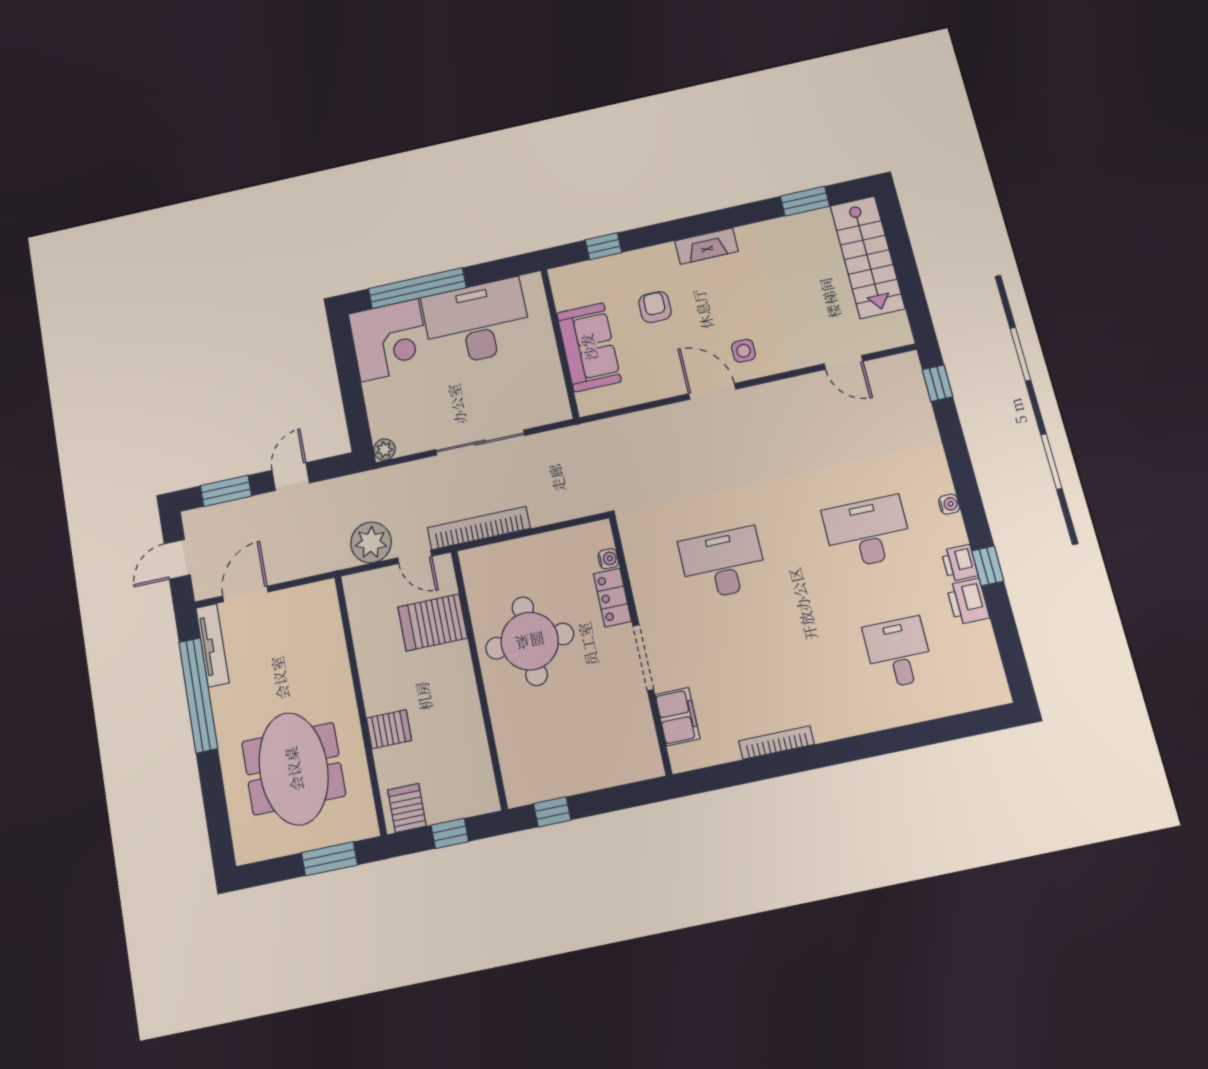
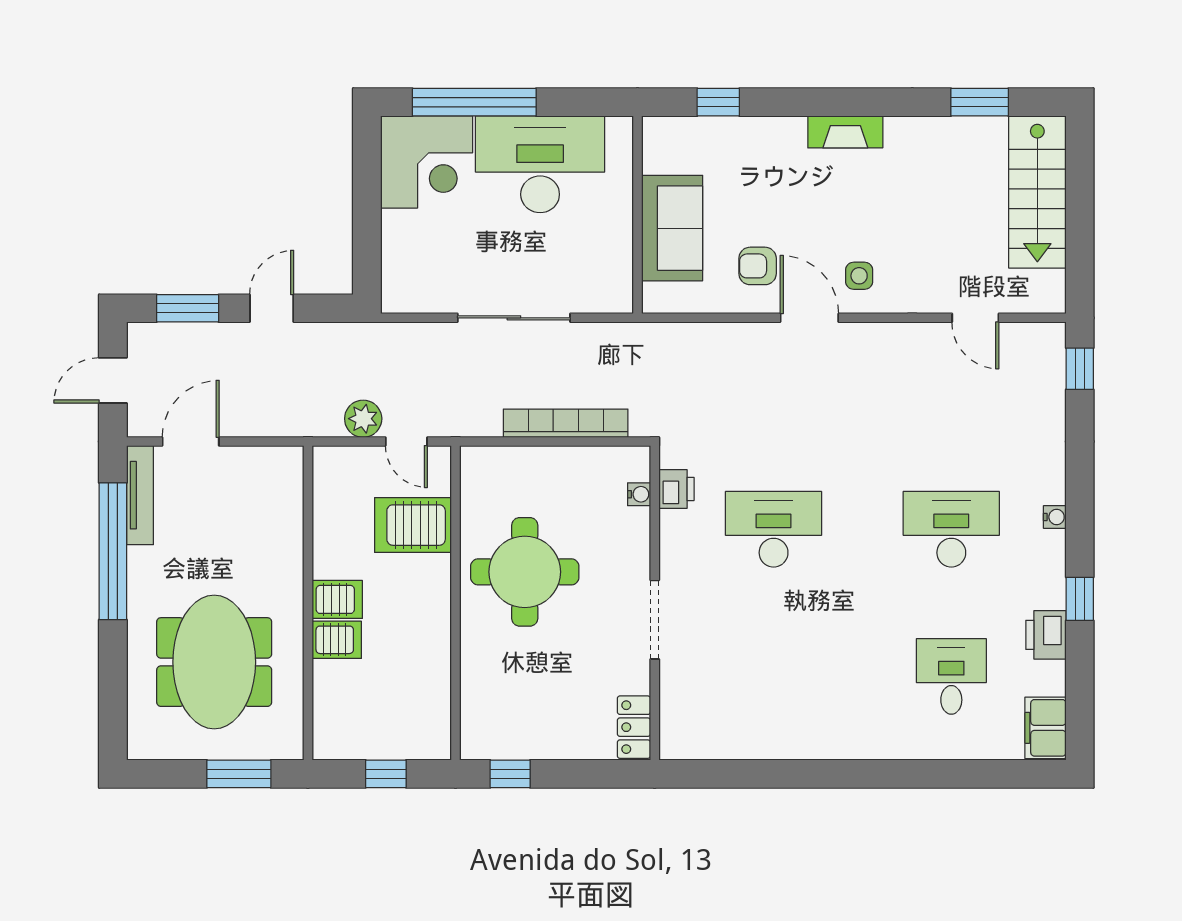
armchair: (655, 307) -> (758, 266), moved, turned -90
plant: (384, 450) -> (394, 300), removed
bookcase: (479, 528) -> (566, 423), moved
plant: (371, 542) -> (363, 419), width x0.73, depth x0.73
printer: (960, 563) -> (676, 489), moved, turned 180
locker: (612, 598) -> (634, 727), moved
filing cabinet: (677, 717) -> (1046, 728), moved, turned 180
bookcase: (776, 743) -> (786, 749), removed
server rack: (407, 808) -> (337, 599), moved, turned 90

